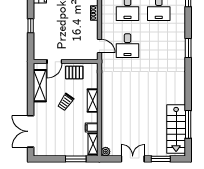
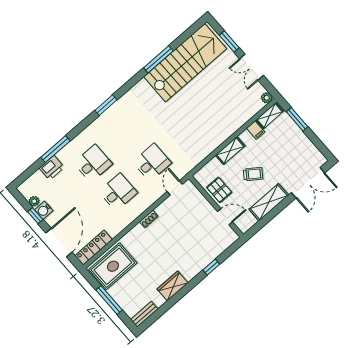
shelving: (40, 86) -> (269, 202), moved
window: (188, 124) -> (158, 59), moved
stairs: (176, 129) -> (185, 63), width x1.36, depth x1.51

